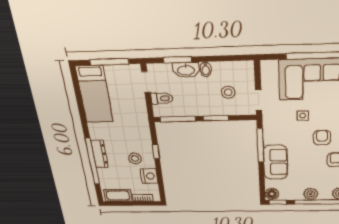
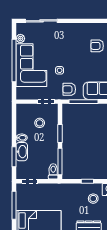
toilet: (162, 98) -> (53, 171), moved
armchair: (322, 138) -> (69, 89), moved

